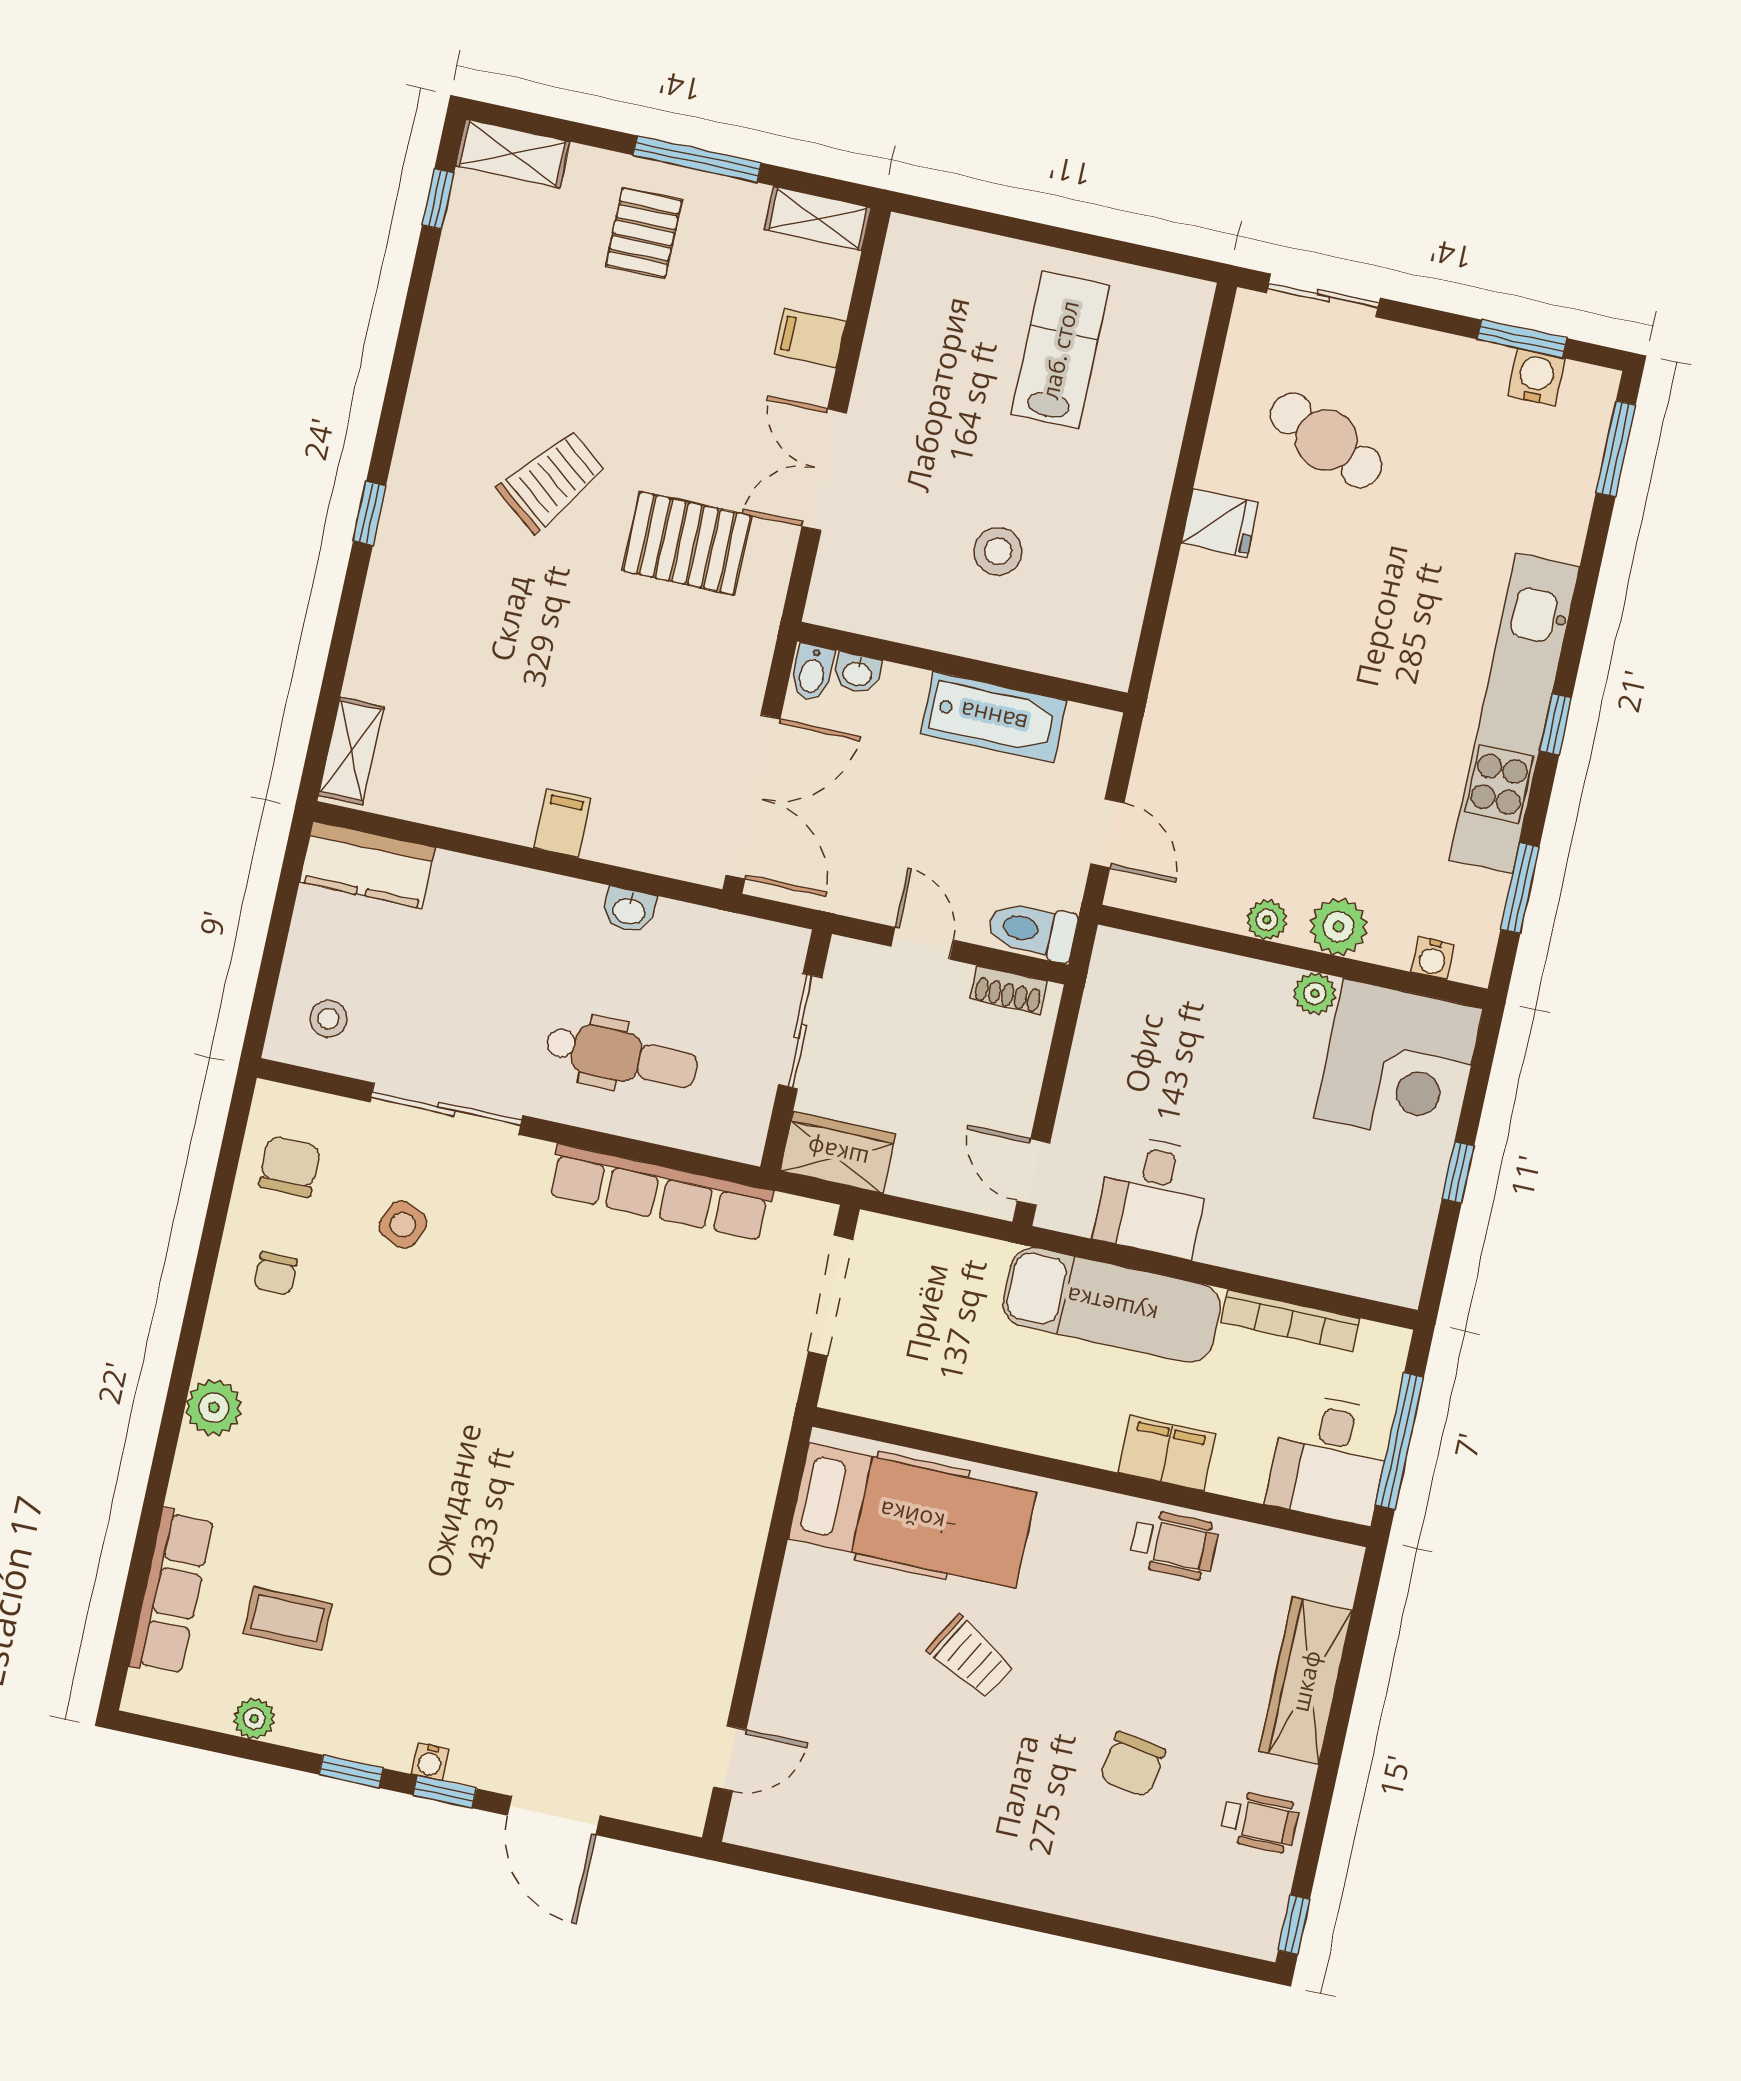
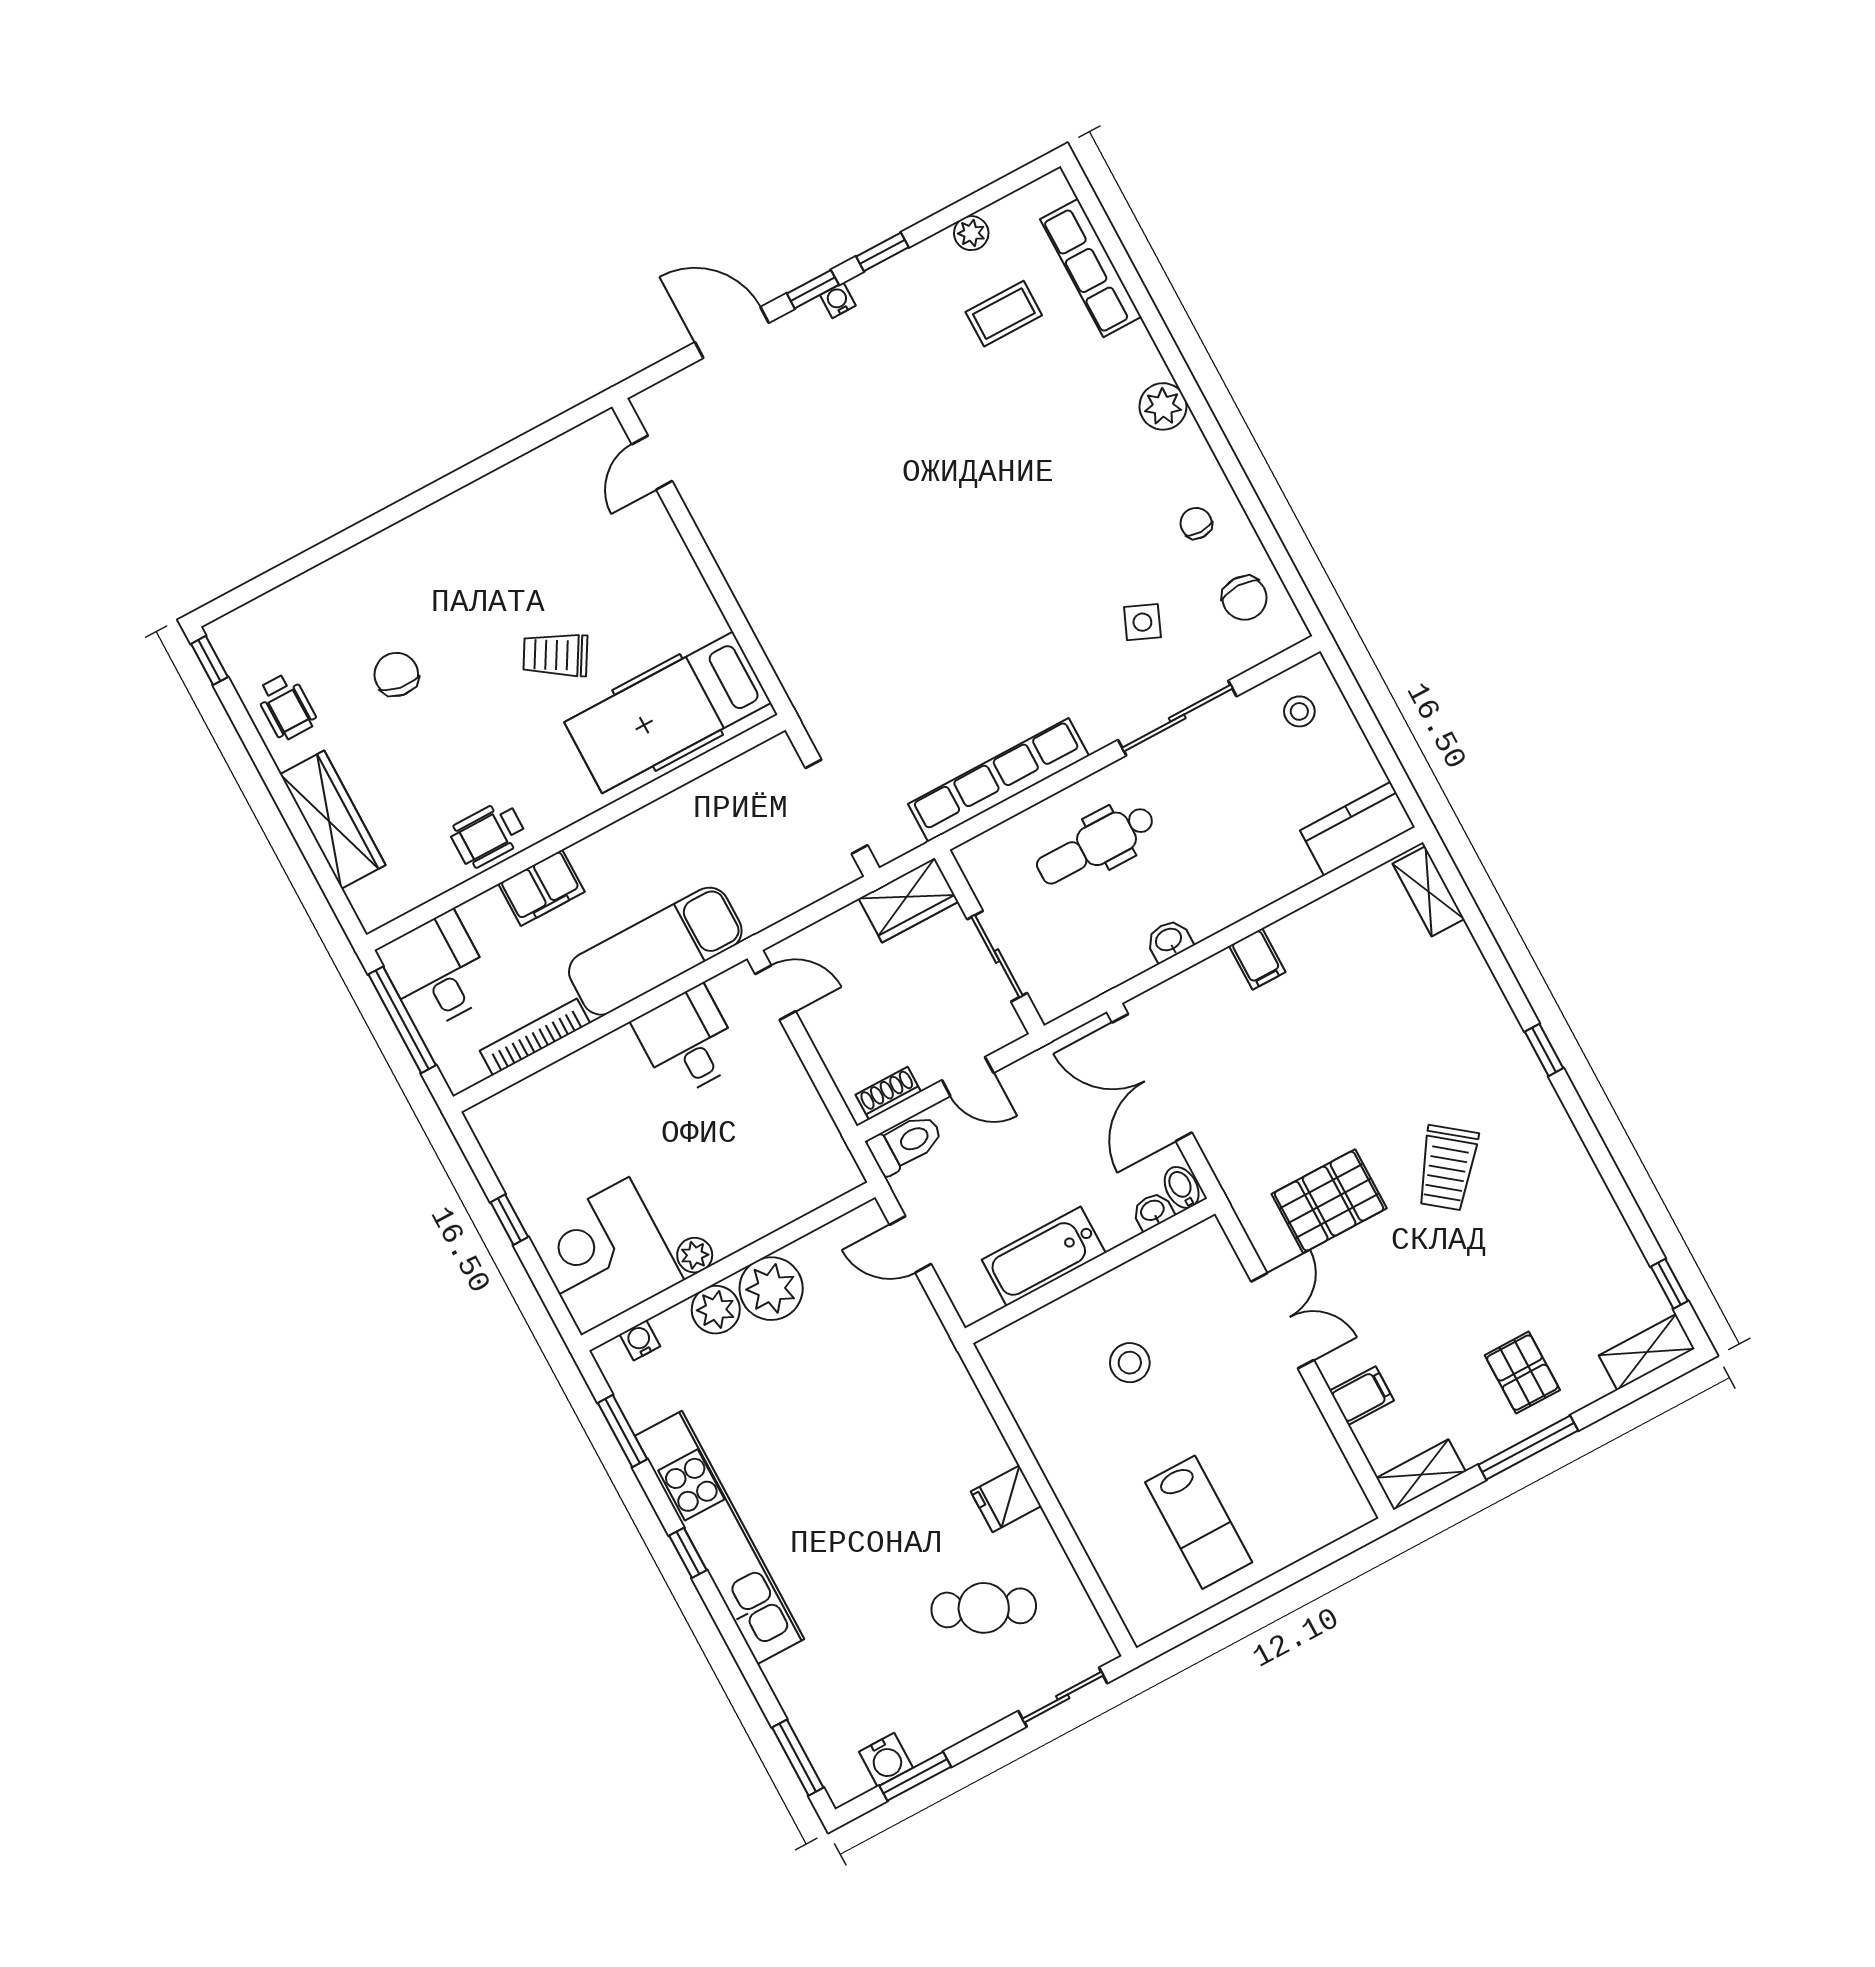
plant: (1267, 920) -> (771, 1289), width x1.88, depth x1.88
wheelchair: (1260, 1822) -> (286, 707), turned -90

